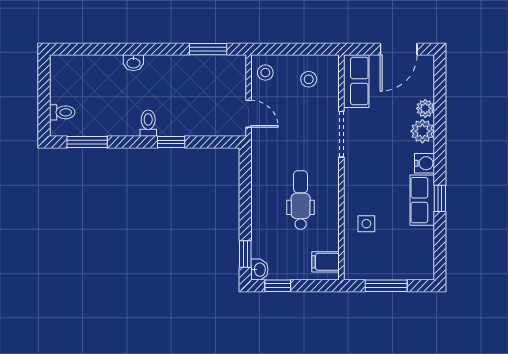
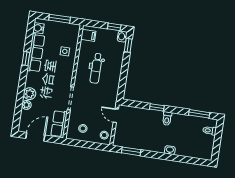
water cooler: (424, 163) -> (38, 28), moved
row of seats: (422, 200) -> (36, 53), width x1.48

